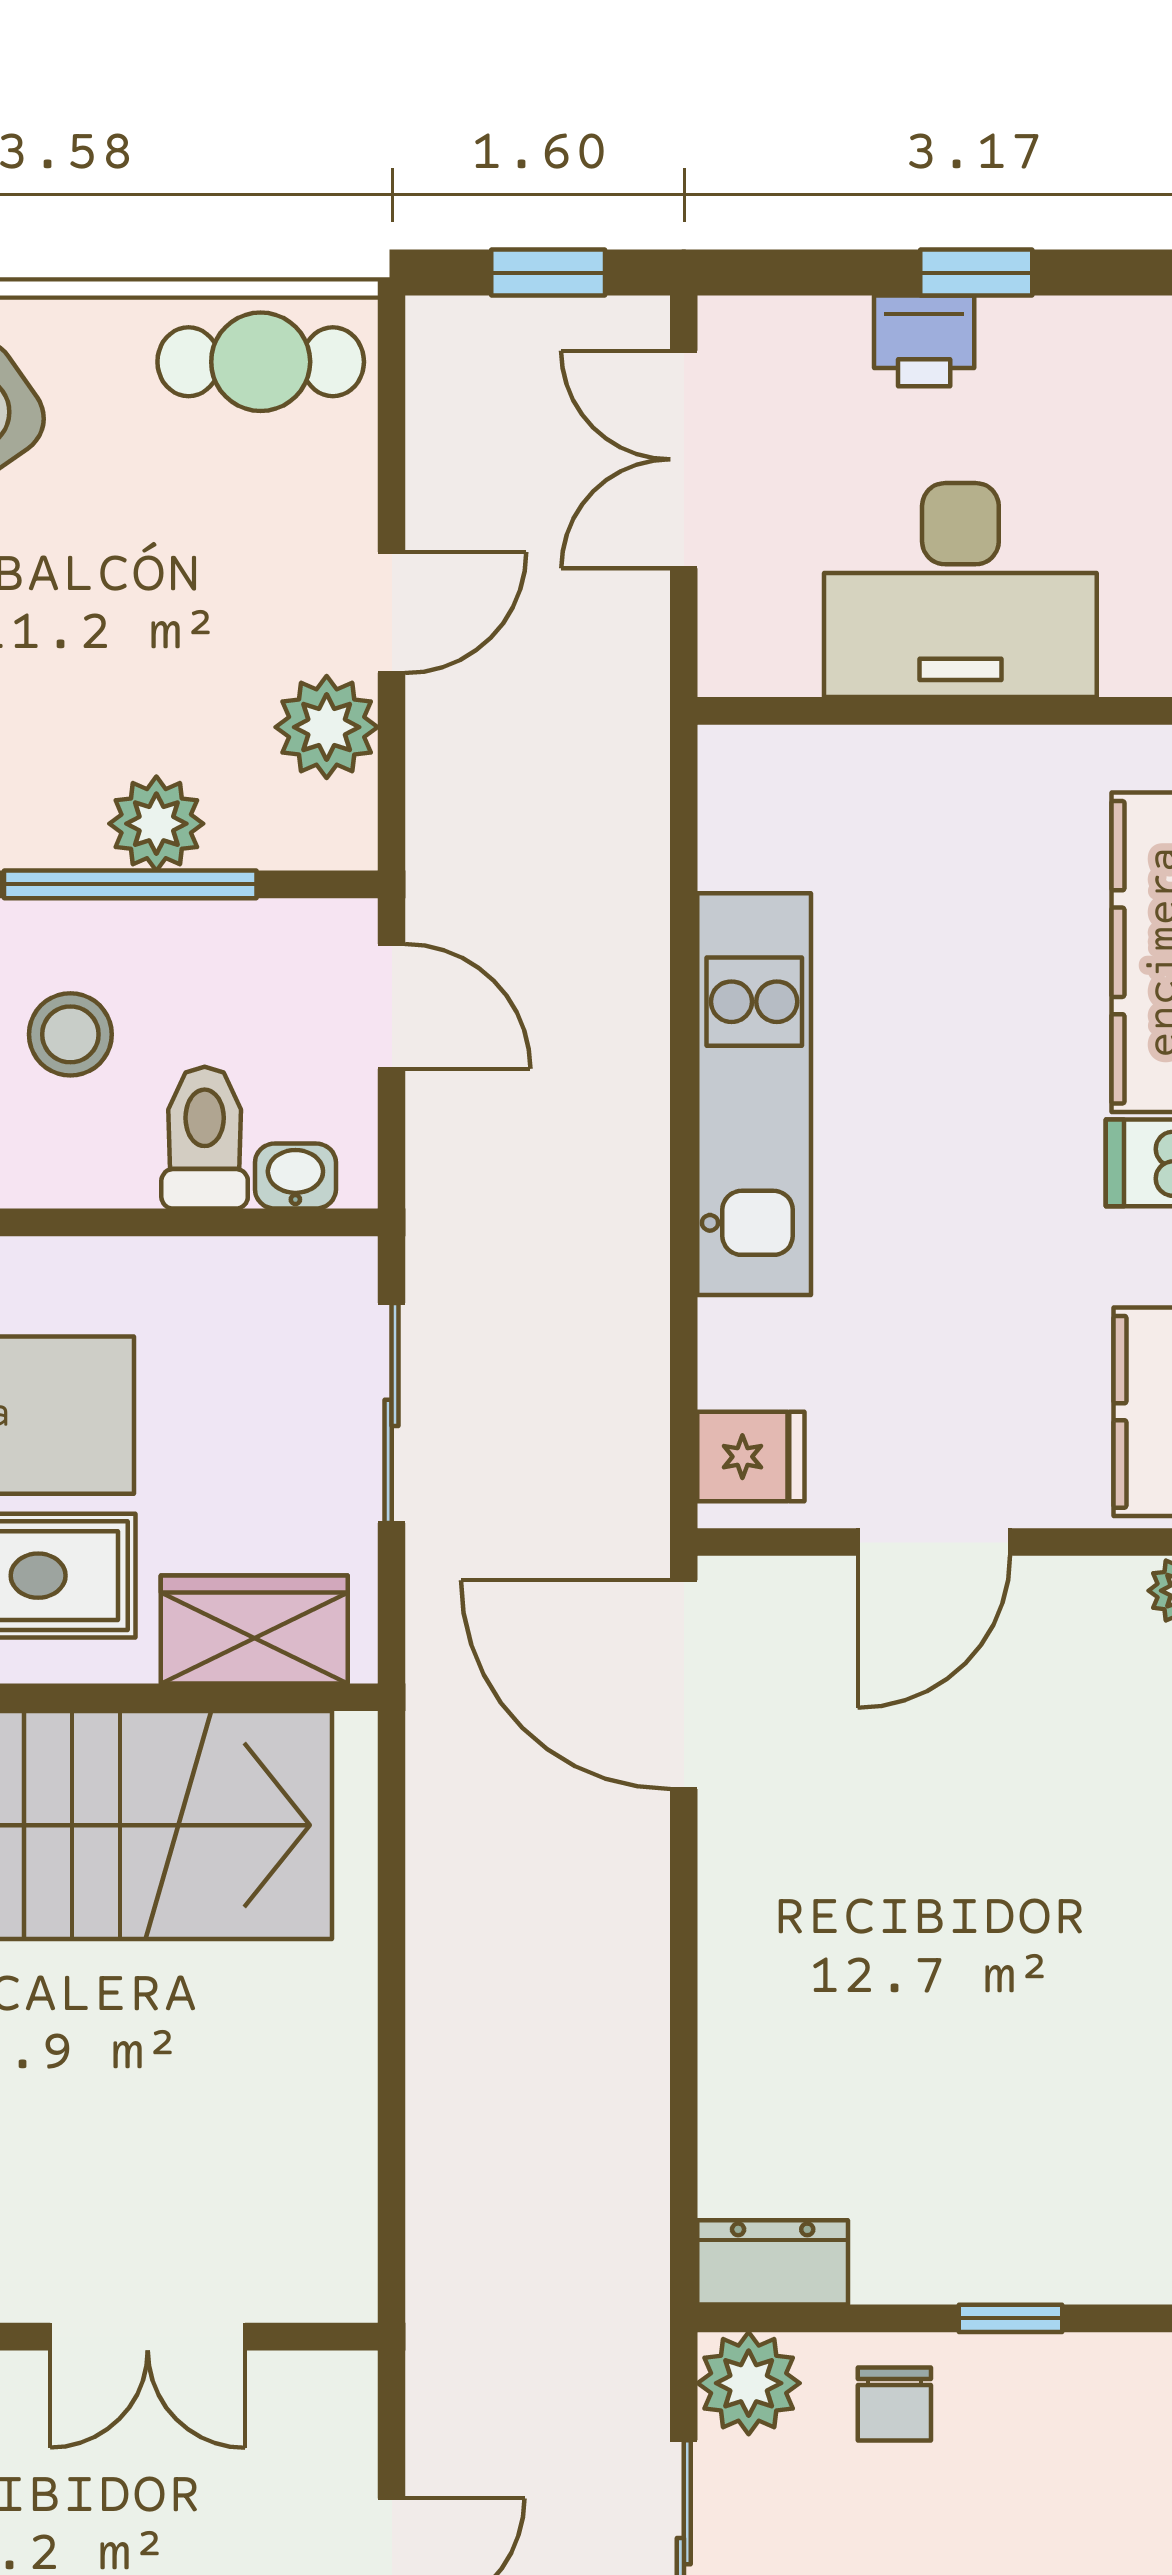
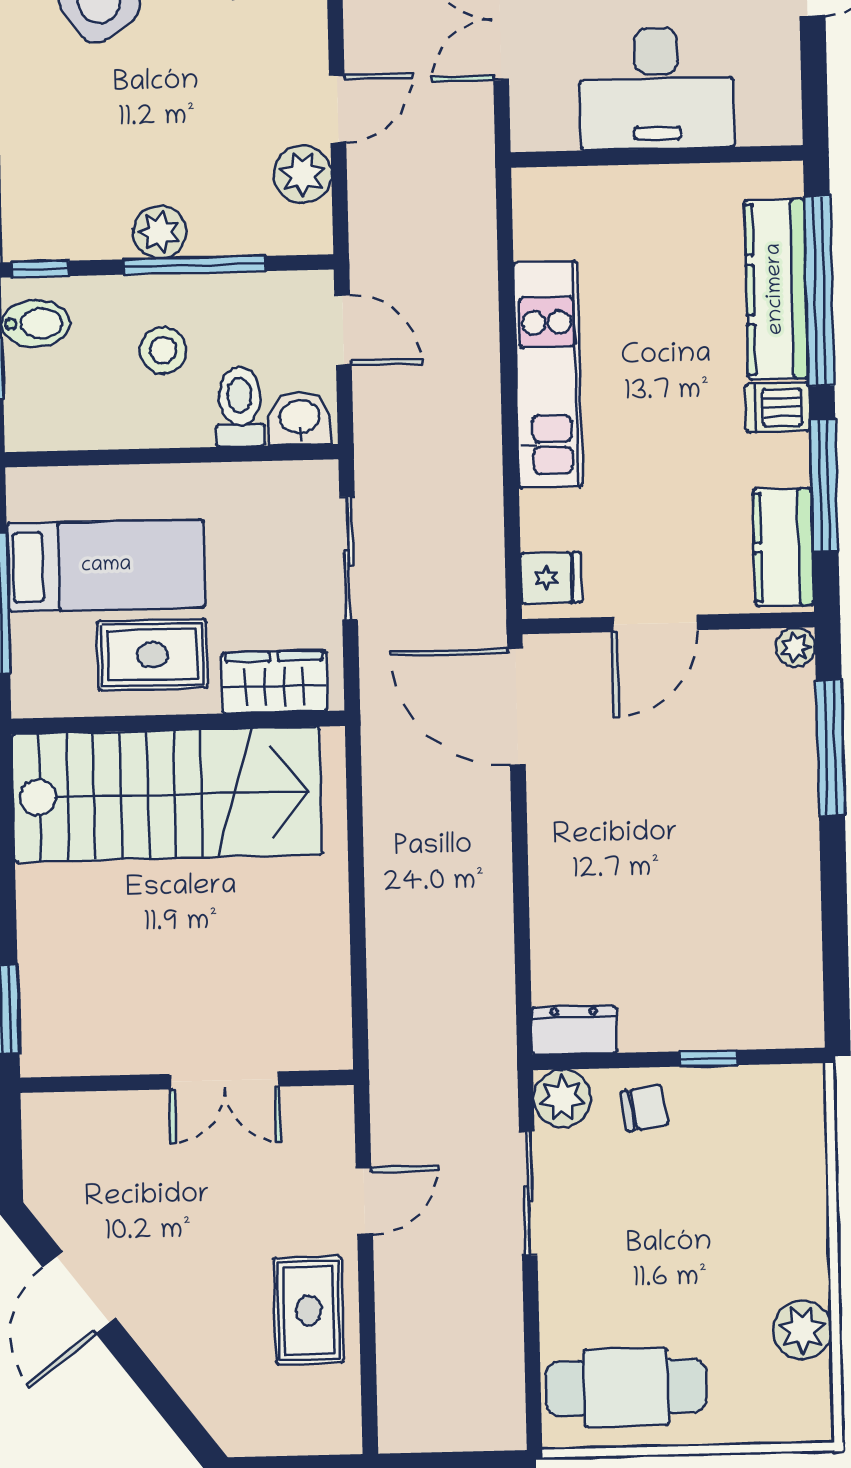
plant: (156, 824) -> (160, 232), moved
washbasin: (295, 1176) -> (300, 418), width x1.38, depth x1.45
chair: (894, 2404) -> (644, 1108), turned -99

